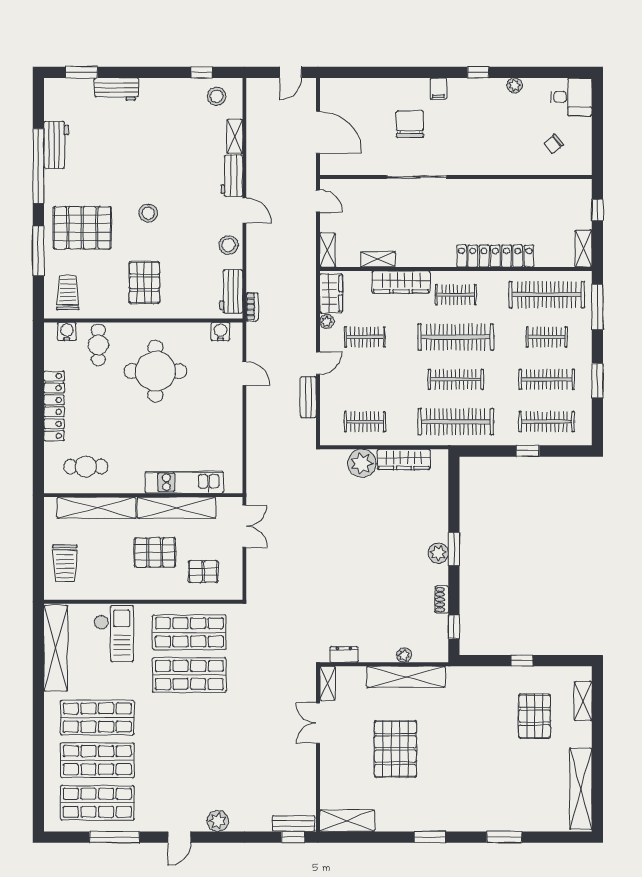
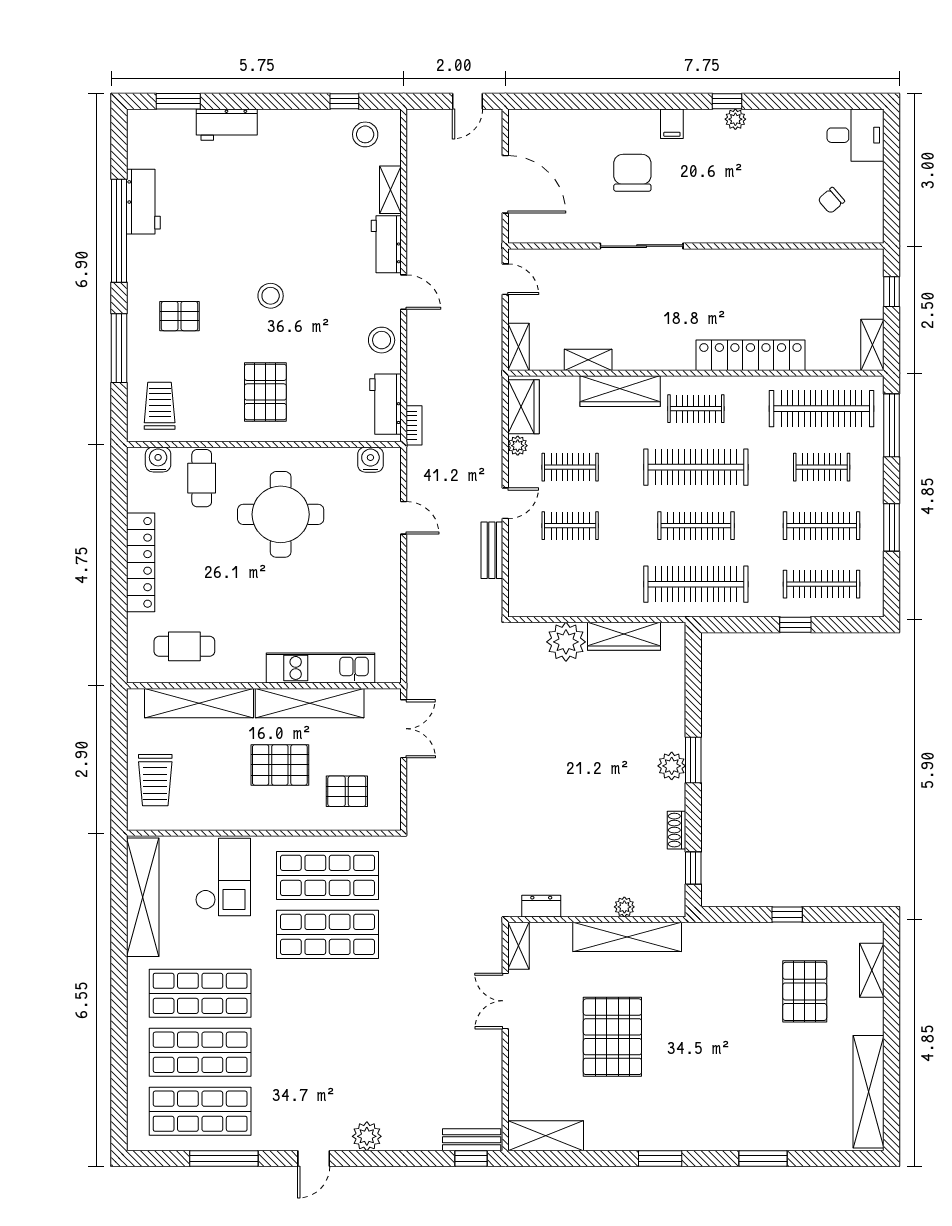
plant: (515, 85) -> (735, 119), moved
pallet: (82, 228) -> (179, 316), width x0.49, depth x0.50
clothes rail: (365, 422) -> (570, 526), moved

